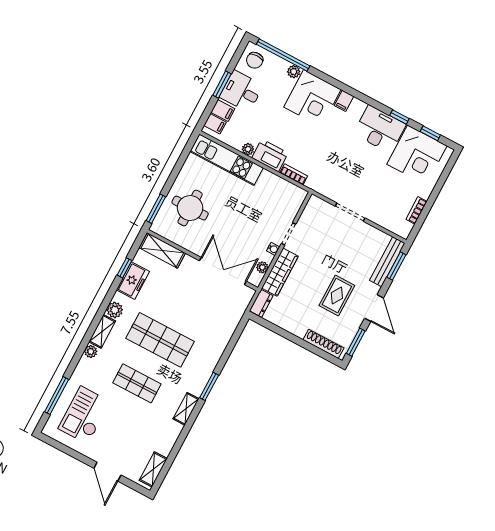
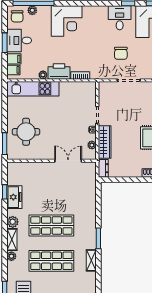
plant: (294, 72) -> (32, 10), moved
filing cabinet: (344, 101) -> (88, 12), removed
desk: (380, 129) -> (120, 18), width x0.73
chair: (358, 173) -> (121, 53), added
shelving: (162, 250) -> (23, 168), removed
double door: (223, 271) -> (68, 161), width x0.73
shop shelf: (137, 383) -> (51, 261), width x1.43, depth x1.36

